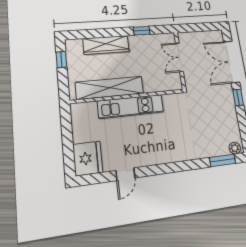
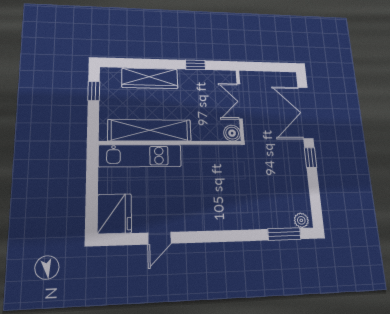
boiler: (176, 84) -> (232, 133), added
kitchen unit: (131, 106) -> (140, 156), moved

